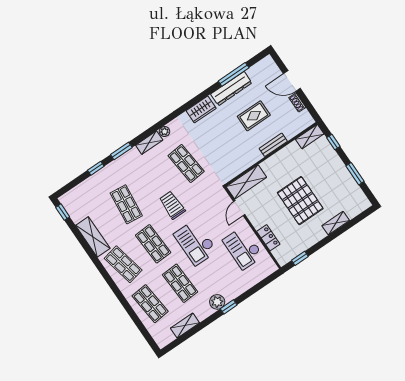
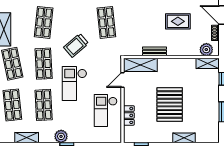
plant: (299, 124) -> (206, 50), added
bench: (273, 145) -> (155, 51), moved
trolley: (172, 205) -> (76, 45), turned -131

